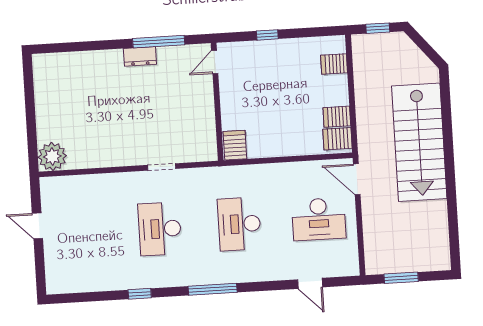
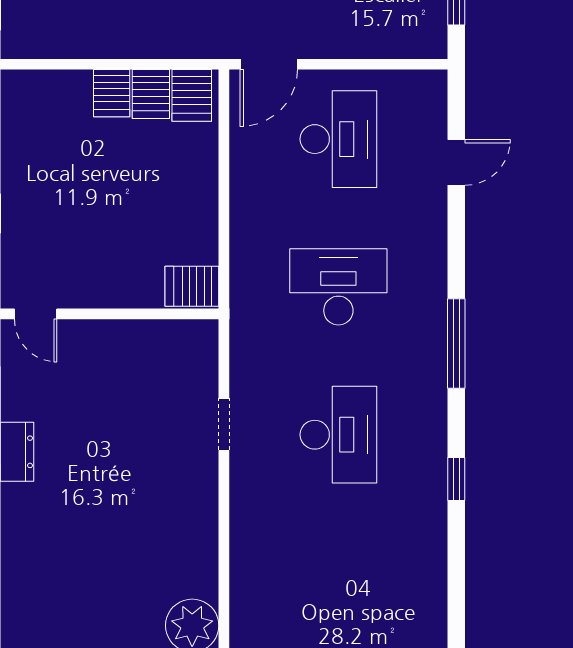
server rack: (334, 64) -> (112, 93), moved
desk: (239, 224) -> (338, 287), turned 180
desk: (160, 229) -> (338, 435), turned -90

